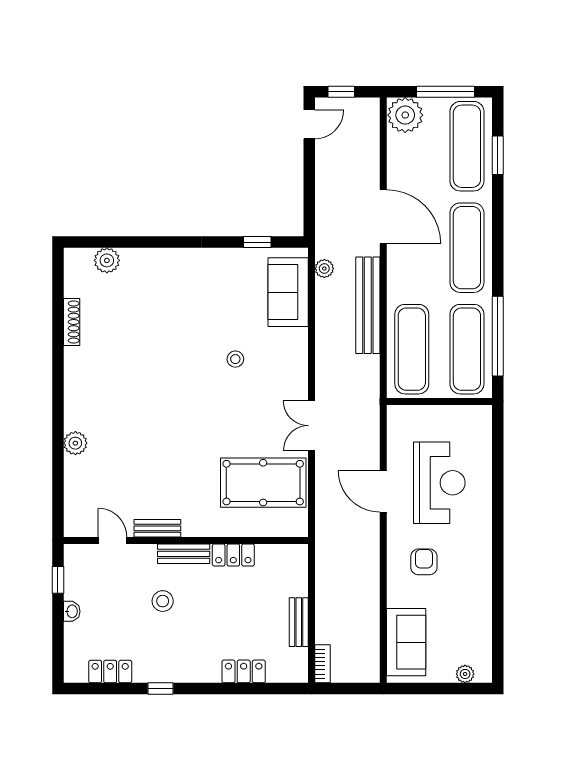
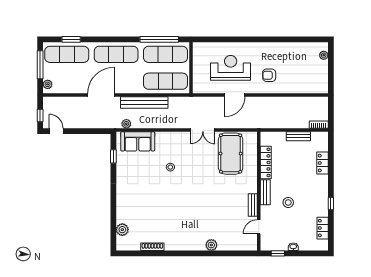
plant: (405, 115) -> (48, 84), width x0.53, depth x0.53
locker: (233, 555) -> (266, 162), width x1.53
sofa: (406, 642) -> (308, 84), removed

